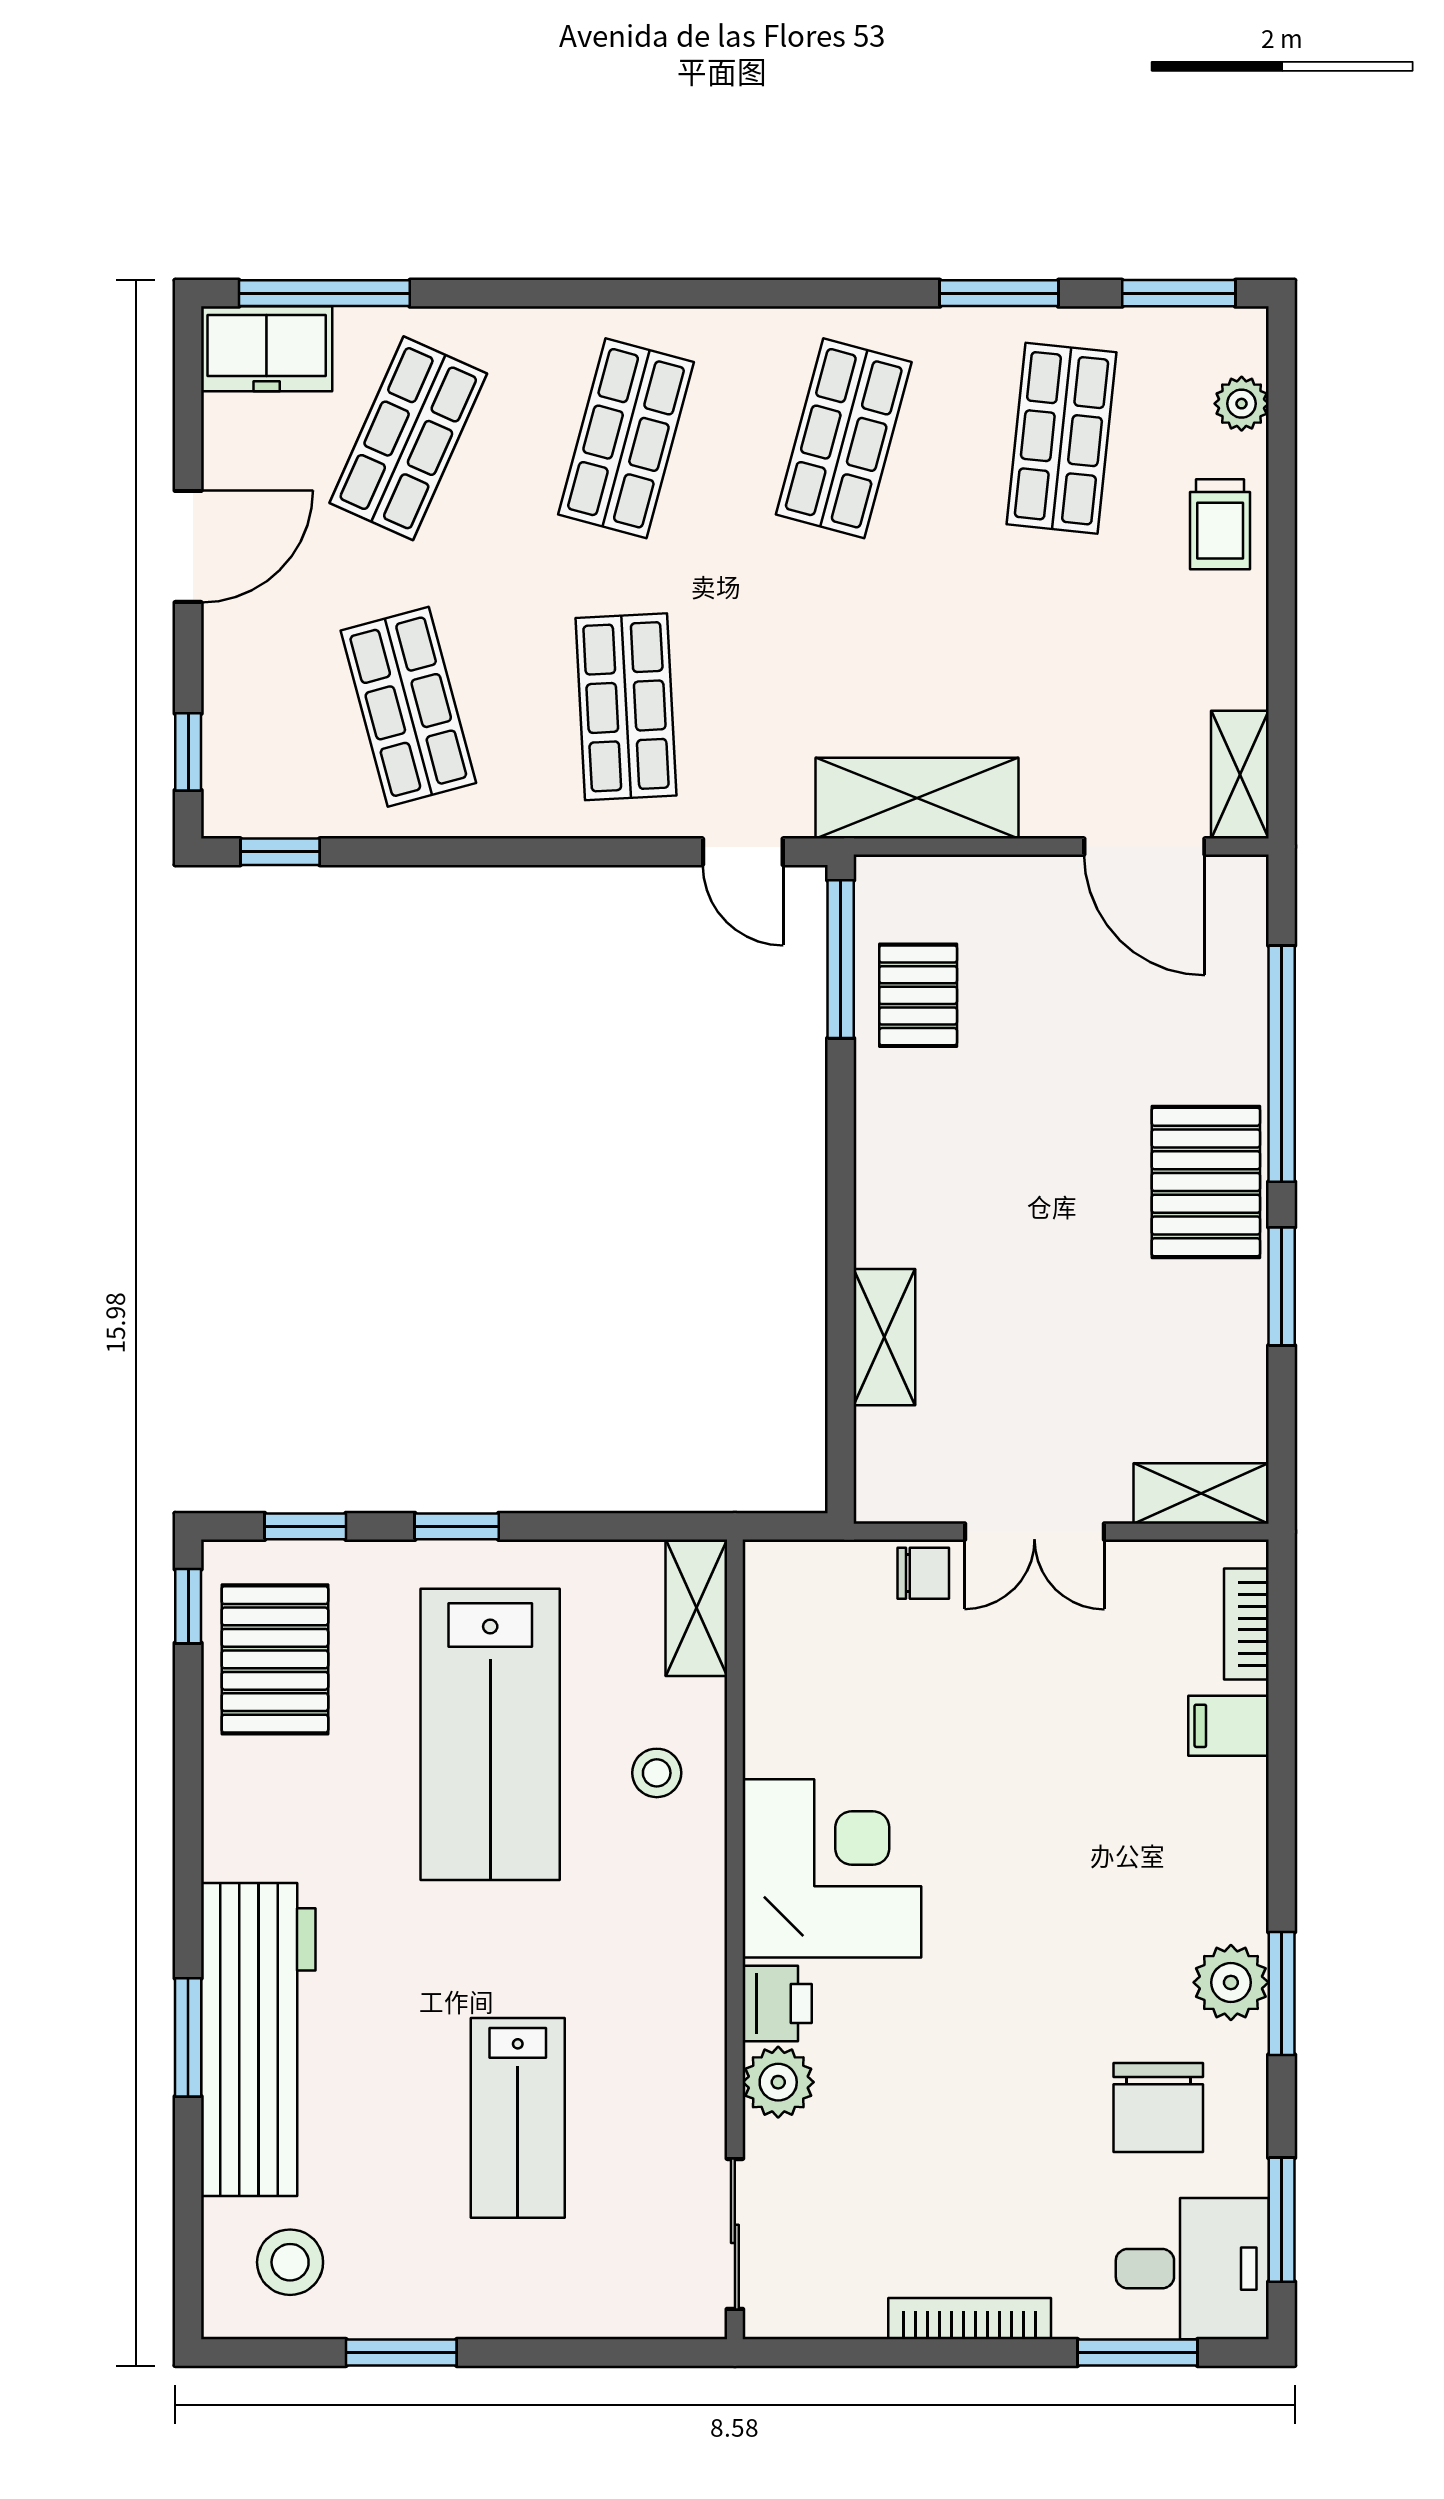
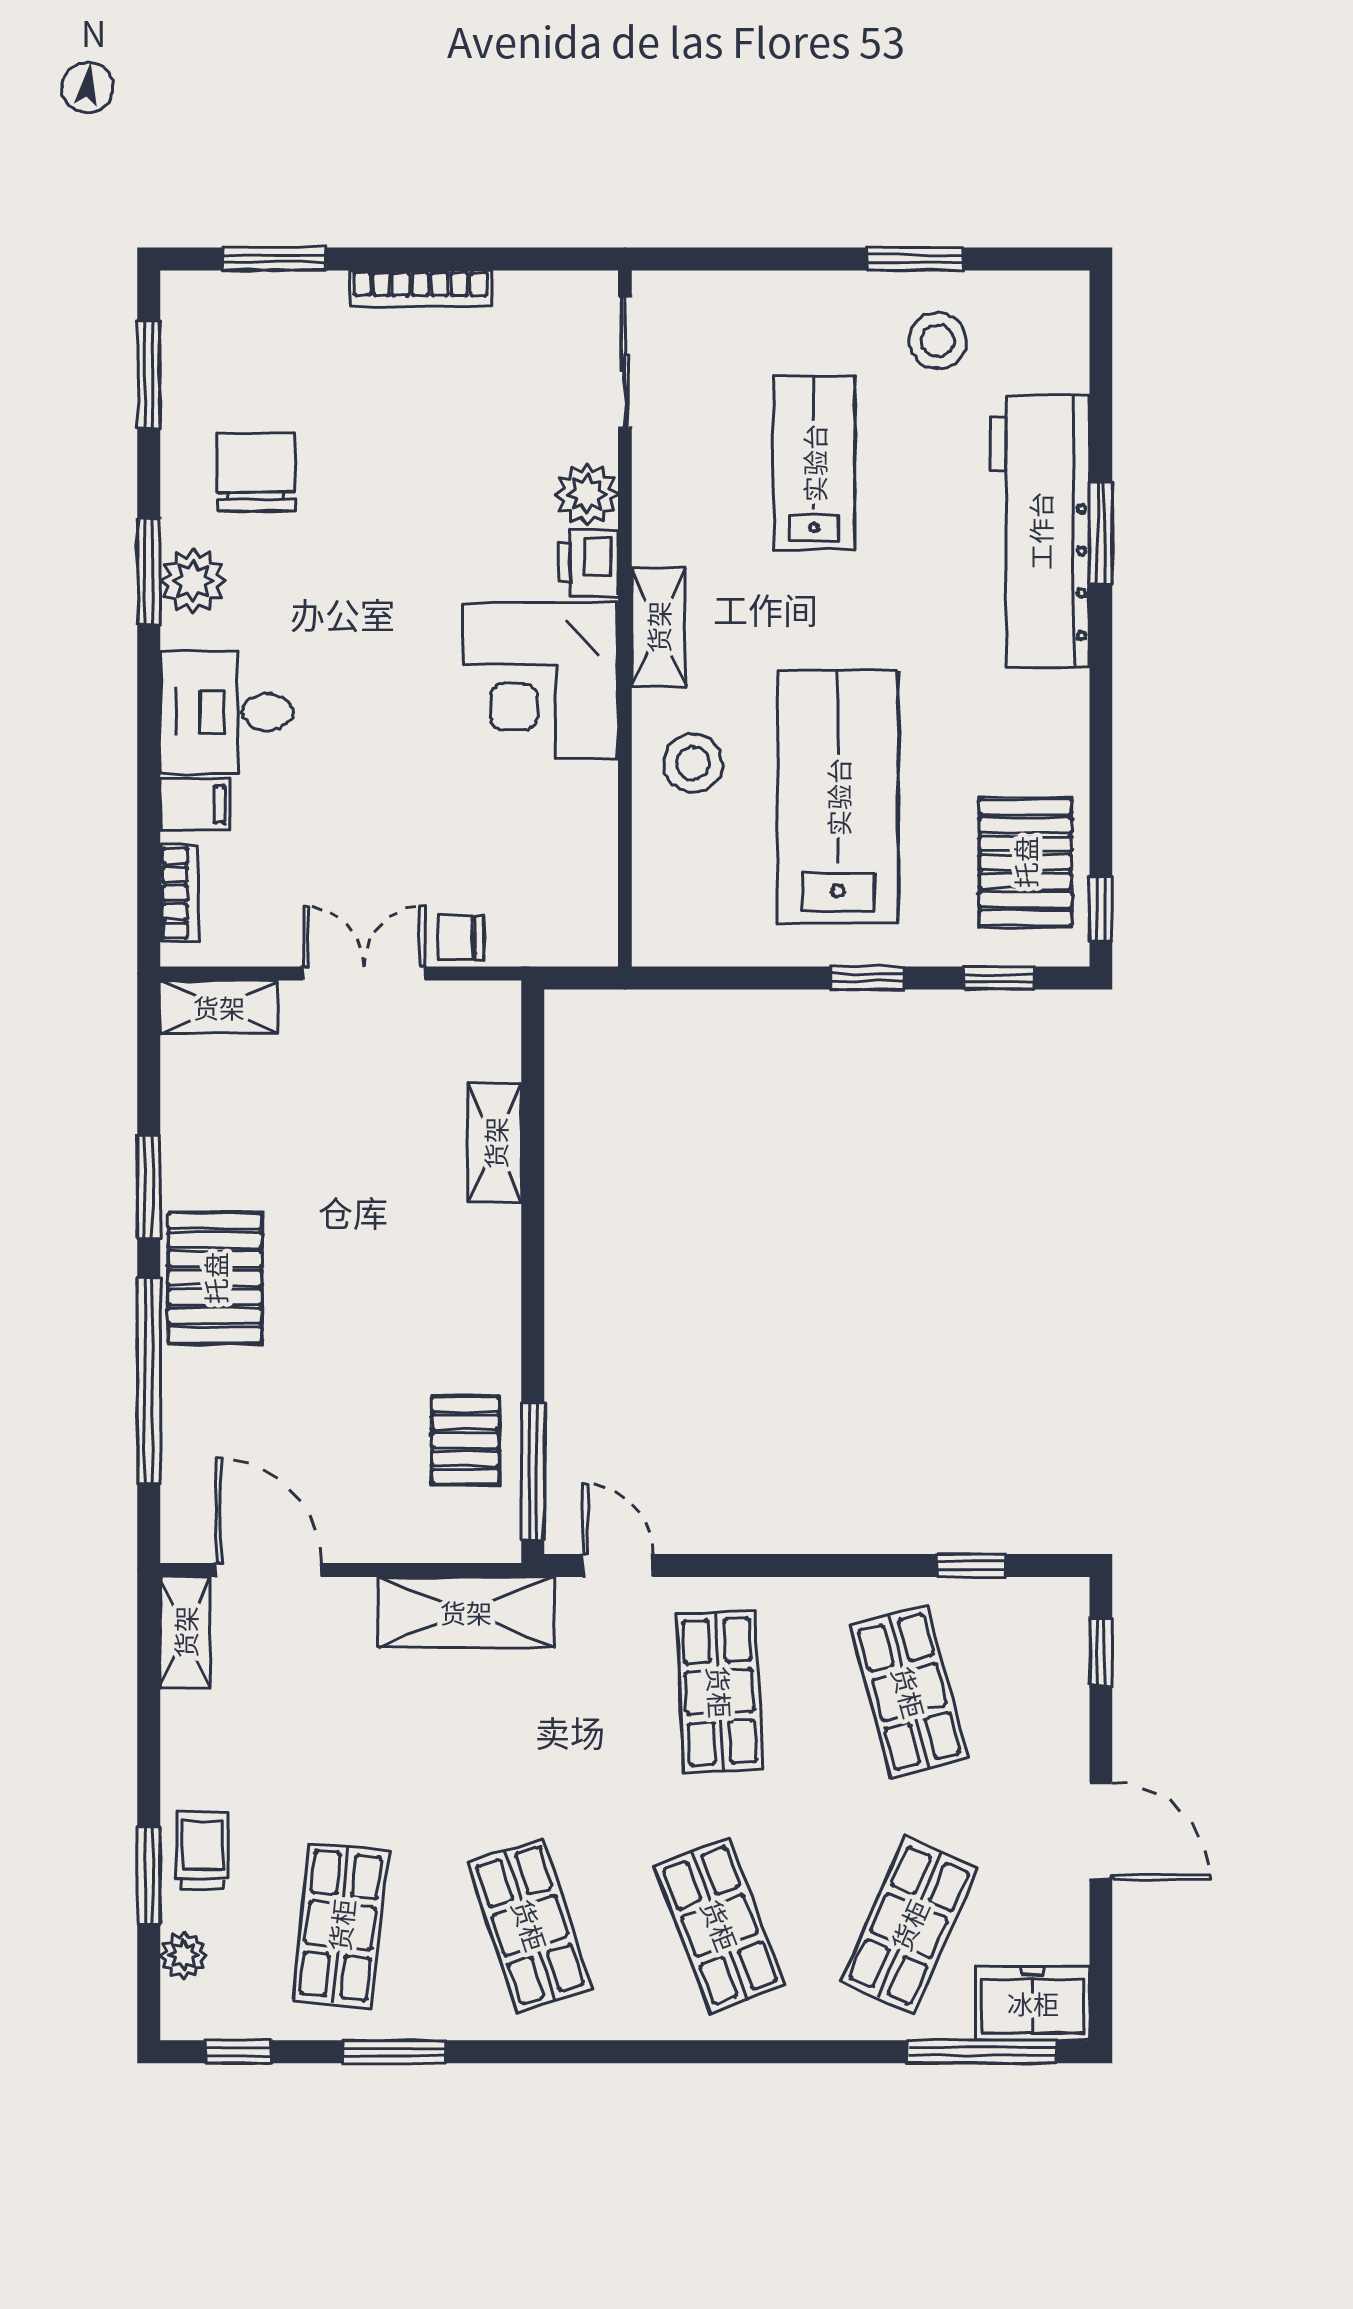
window: (1179, 293) -> (238, 2052), width x0.67
shop shelf: (626, 438) -> (720, 1925), turned -36
shop shelf: (844, 438) -> (530, 1925), turned -33
window: (1282, 495) -> (149, 1876), added
door: (188, 546) -> (1101, 1831), swing flipped
window: (280, 852) -> (971, 1565), moved
shelving: (696, 1608) -> (658, 627), moved
stool: (657, 1773) -> (693, 763), width x1.37, depth x1.37
stool: (290, 2262) -> (938, 341), moved
desk: (1192, 2269) -> (227, 712), moved

